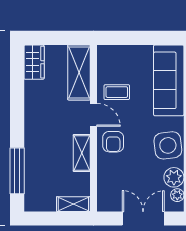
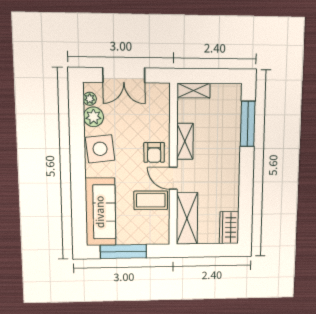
window: (146, 38) -> (123, 252), added
coffee table: (117, 92) -> (151, 200), width x1.36, depth x1.30
armchair: (113, 142) -> (154, 152), turned 180

